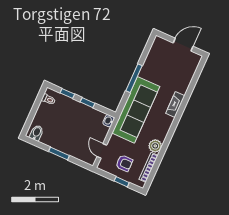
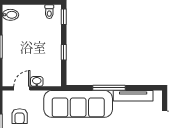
tv unit: (150, 61) -> (133, 96), added
window: (67, 93) -> (64, 17), moved
washbasin: (109, 121) -> (37, 81), moved

